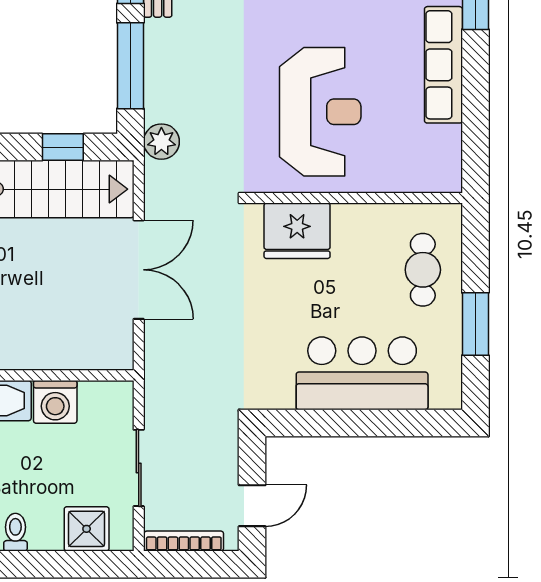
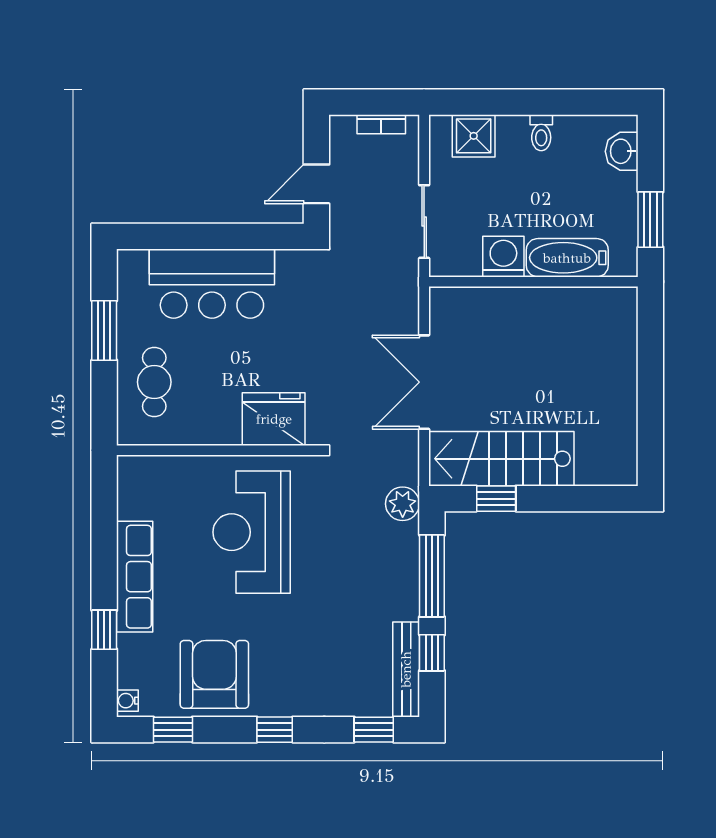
sliding door: (139, 468) -> (424, 222), moved
door: (252, 506) -> (316, 184), moved
bookcase: (184, 541) -> (381, 124), width x0.64

